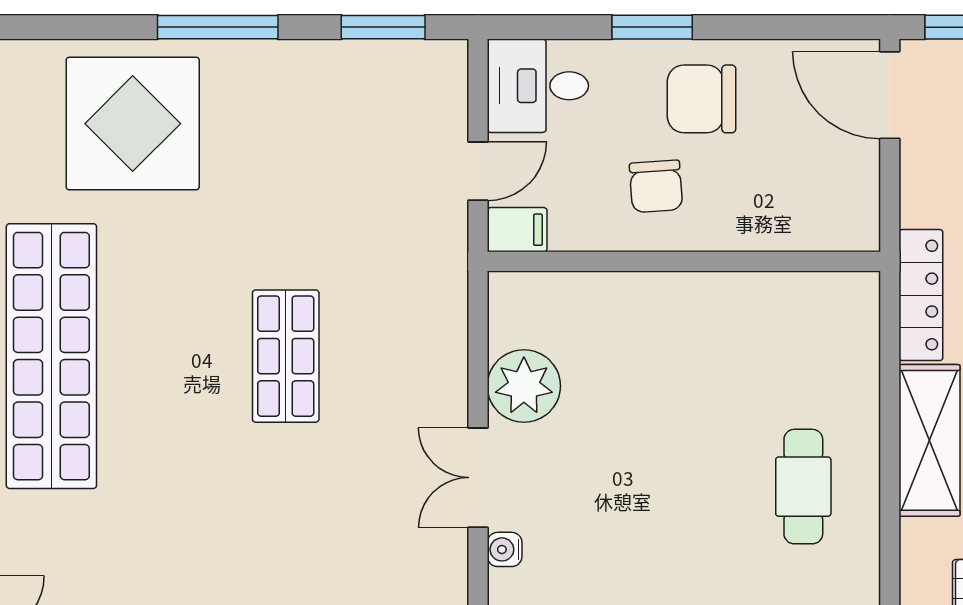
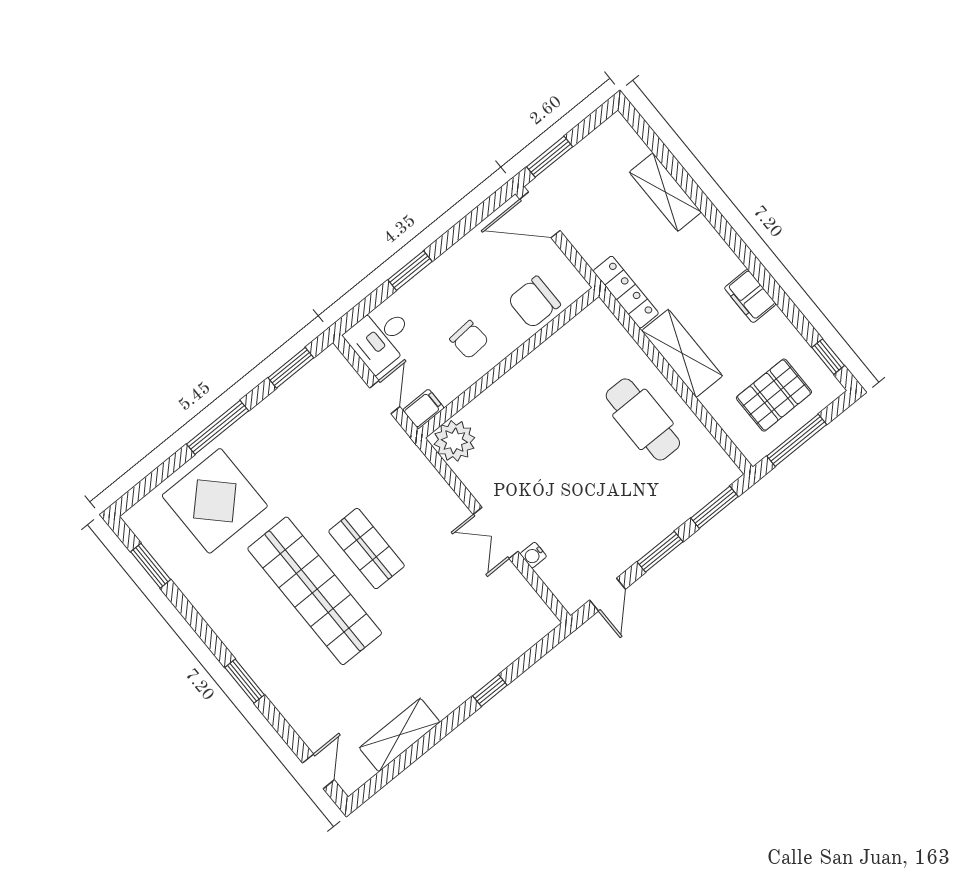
chair: (702, 99) -> (534, 302), moved
shop shelf: (51, 356) -> (315, 591), moved
plant: (524, 386) -> (454, 441), moved
cafe table: (803, 487) -> (643, 419), width x1.37, depth x1.35

